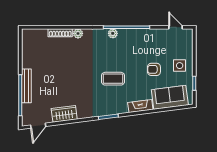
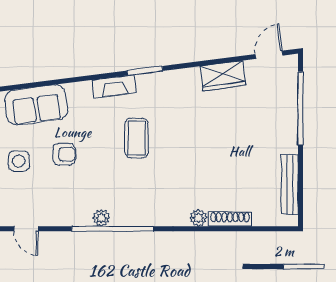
plant: (113, 33) -> (101, 218), moved
coffee table: (113, 79) -> (137, 138), turned 90
bench: (26, 86) -> (290, 185), moved
fireplace: (140, 106) -> (114, 86), moved

